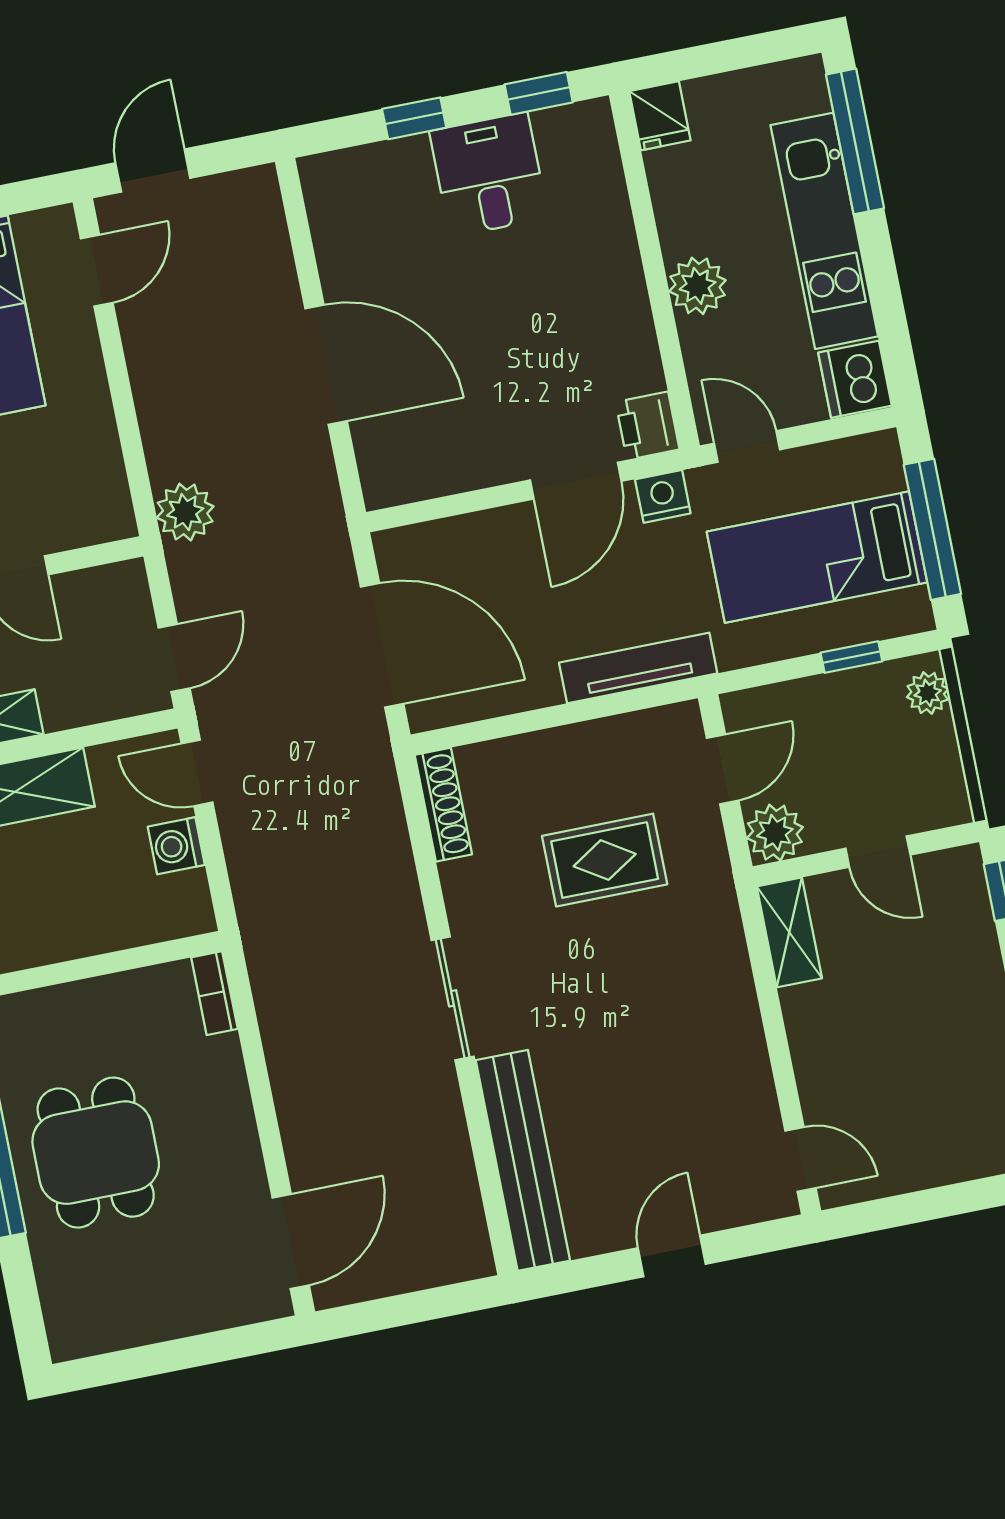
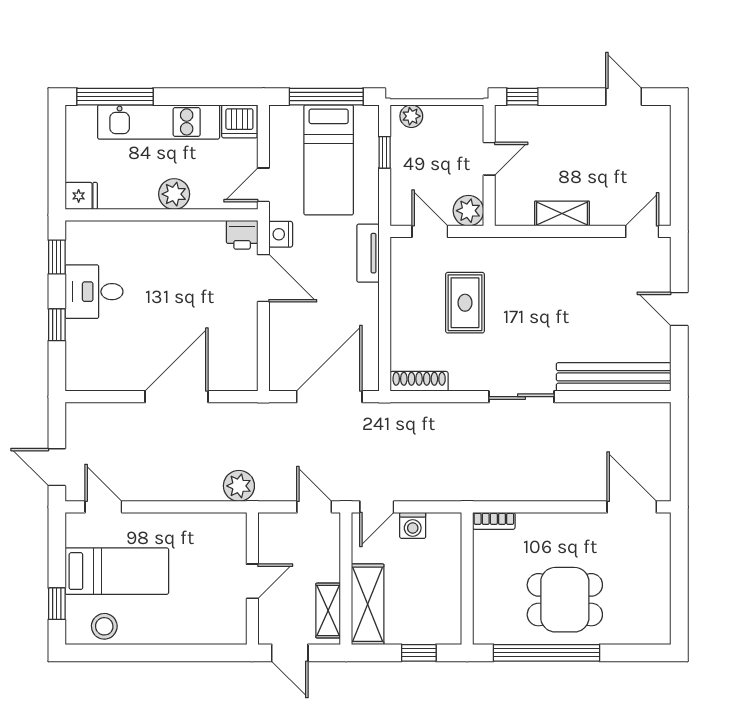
tv unit: (638, 668) -> (368, 253), width x0.71
shelving: (789, 932) -> (562, 214), moved

